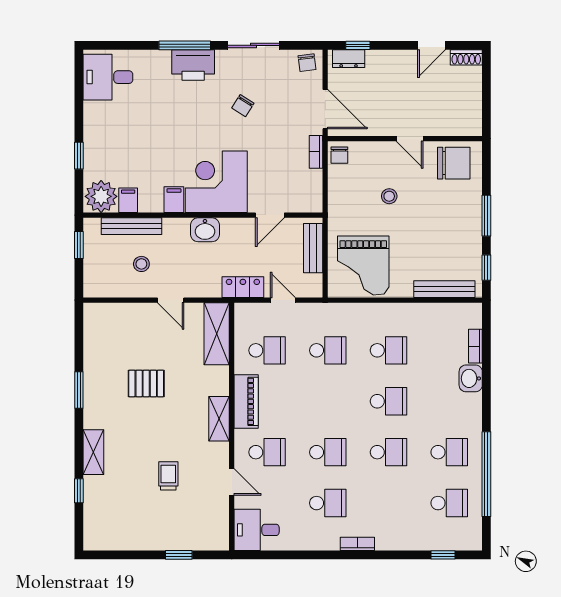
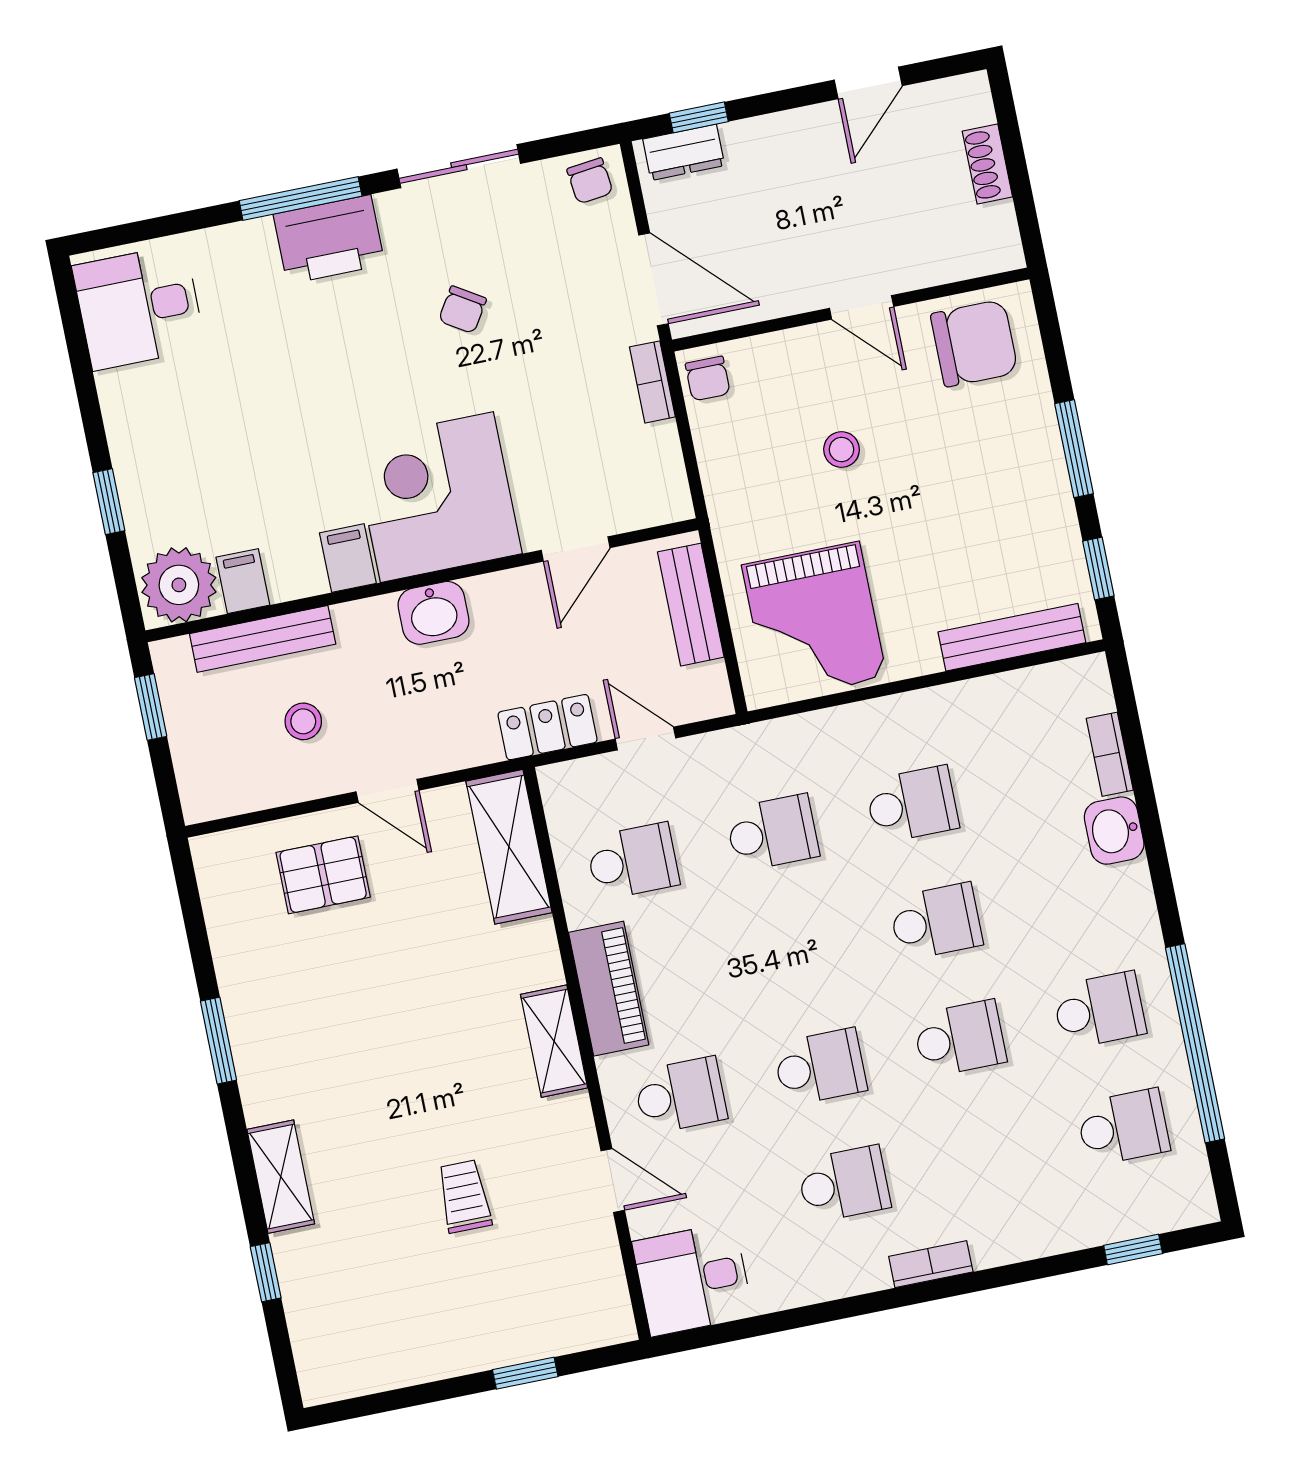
shoe rack: (466, 57) -> (987, 164), moved, turned 90
pallet: (146, 383) -> (323, 875), moved

